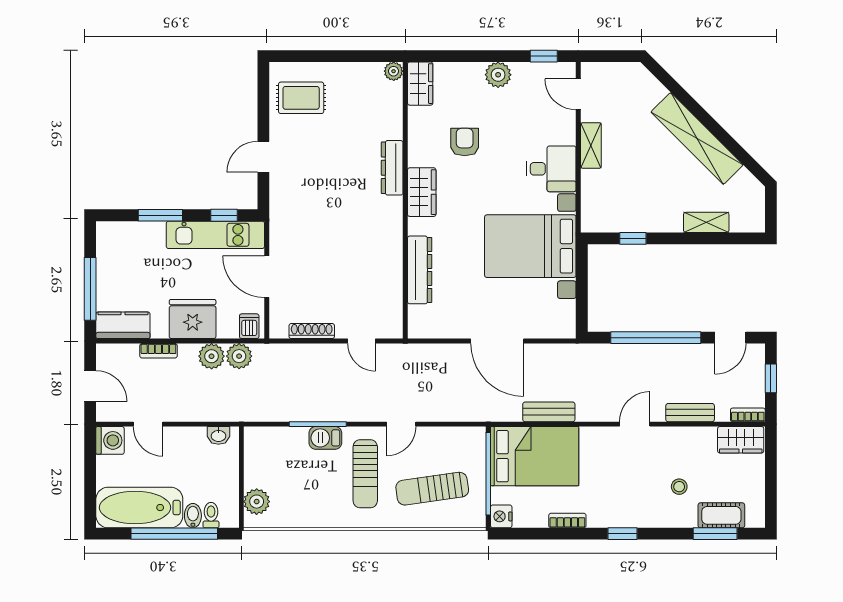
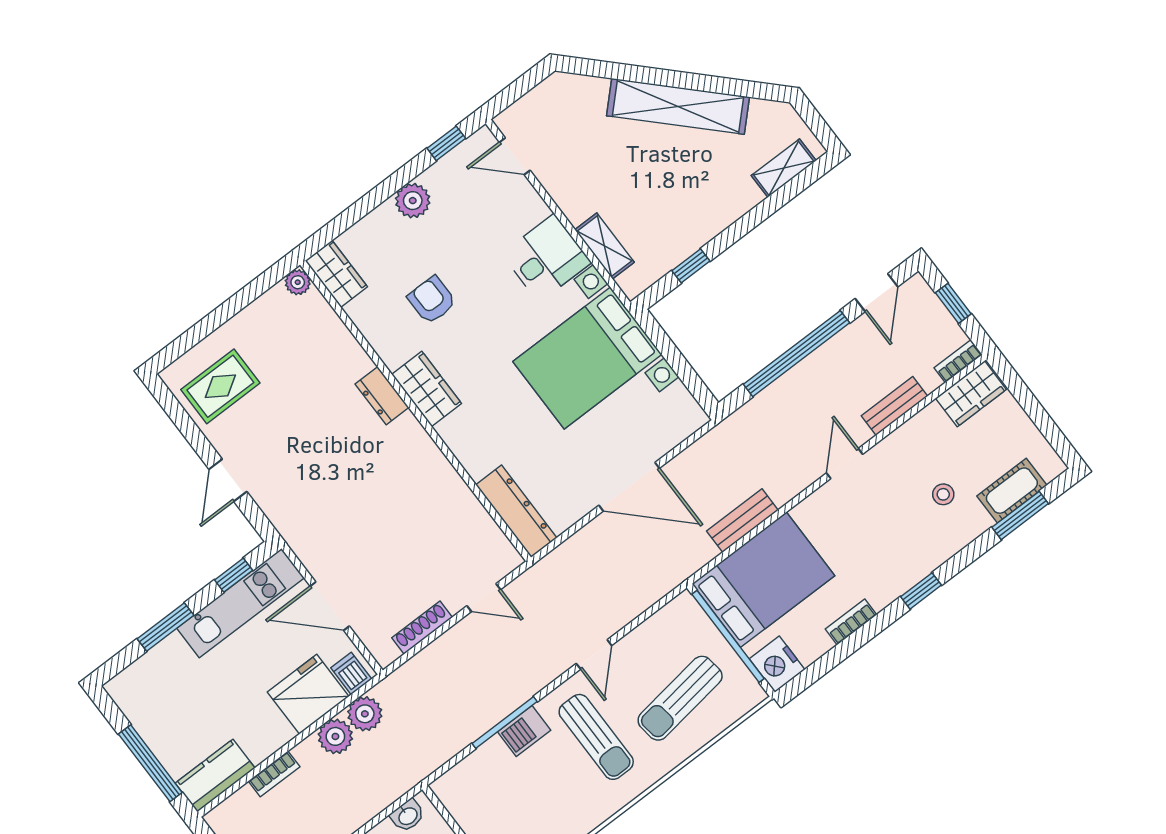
shelving: (591, 145) -> (605, 246), moved
dresser: (392, 168) -> (382, 396), width x0.70
shelving: (706, 222) -> (784, 168), moved
dresser: (420, 270) -> (516, 511), moved
fridge: (193, 319) -> (308, 694), moved
nightstand: (501, 516) -> (777, 664), width x1.36, depth x1.33

